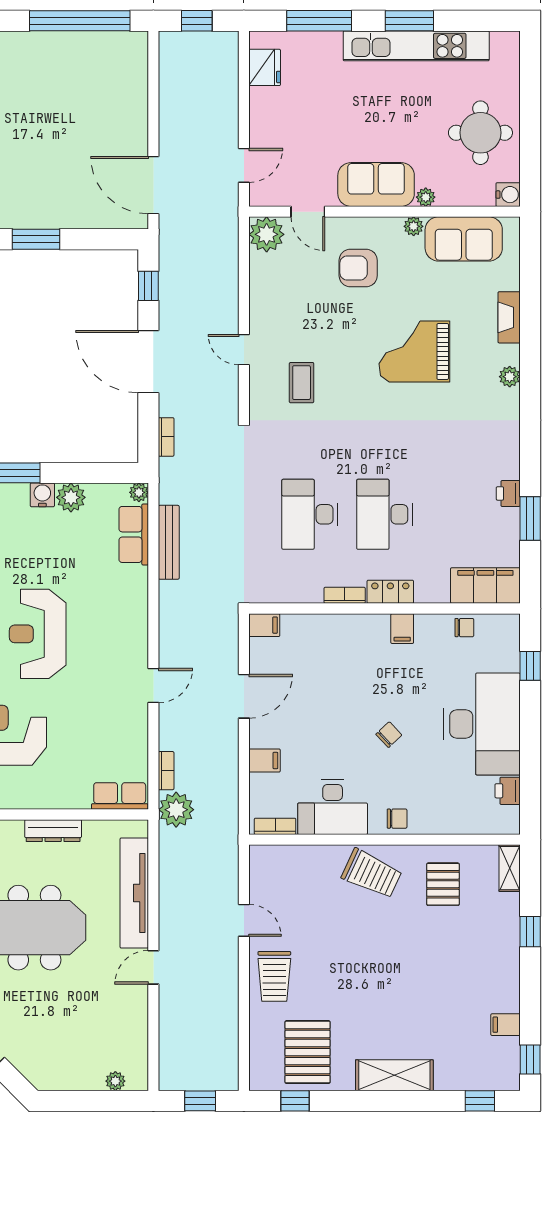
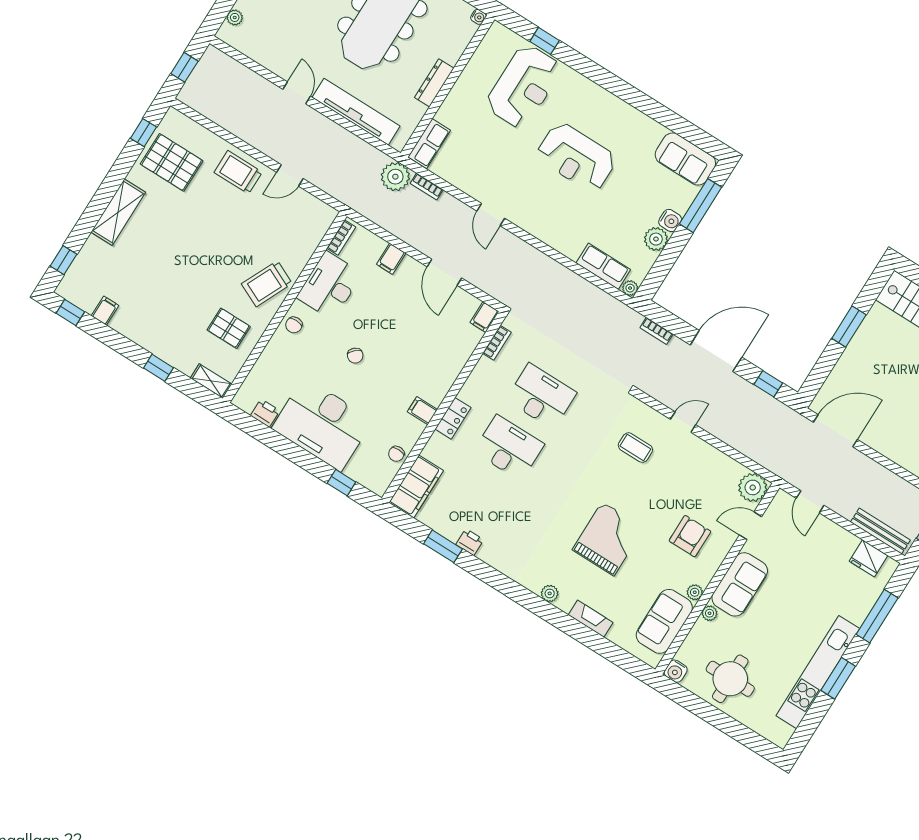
bench: (169, 542) -> (880, 531), moved
bookcase: (345, 595) -> (497, 343), moved
reception desk: (38, 634) -> (576, 157), turned 180

